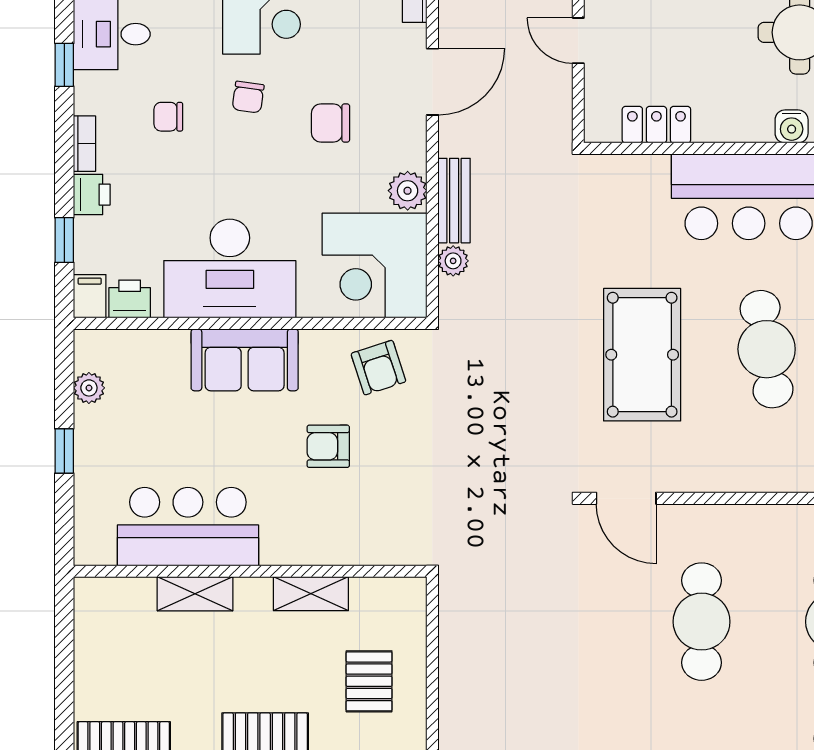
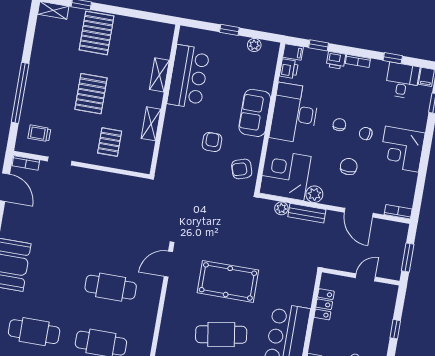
chair: (168, 117) -> (339, 125), moved
pallet: (369, 681) -> (110, 142), turned 90

